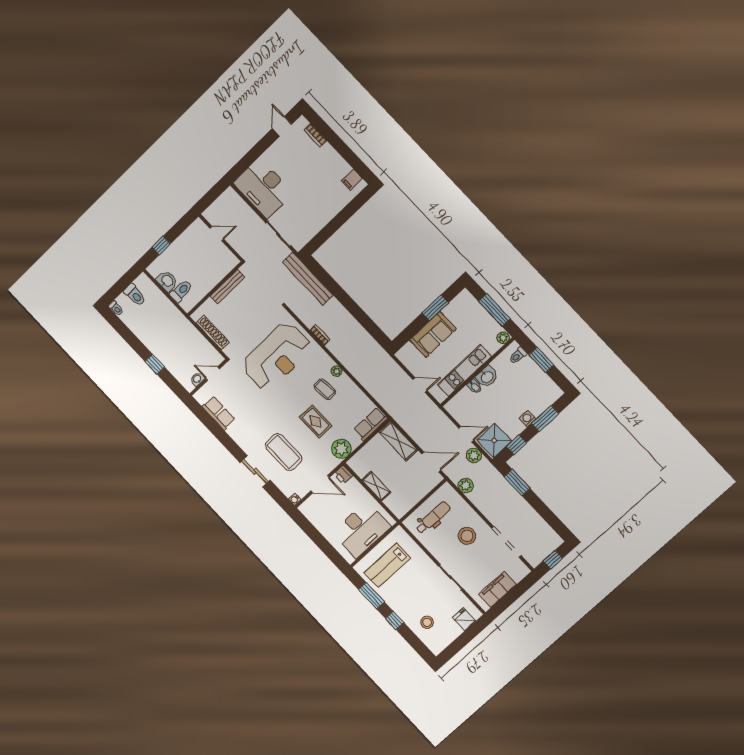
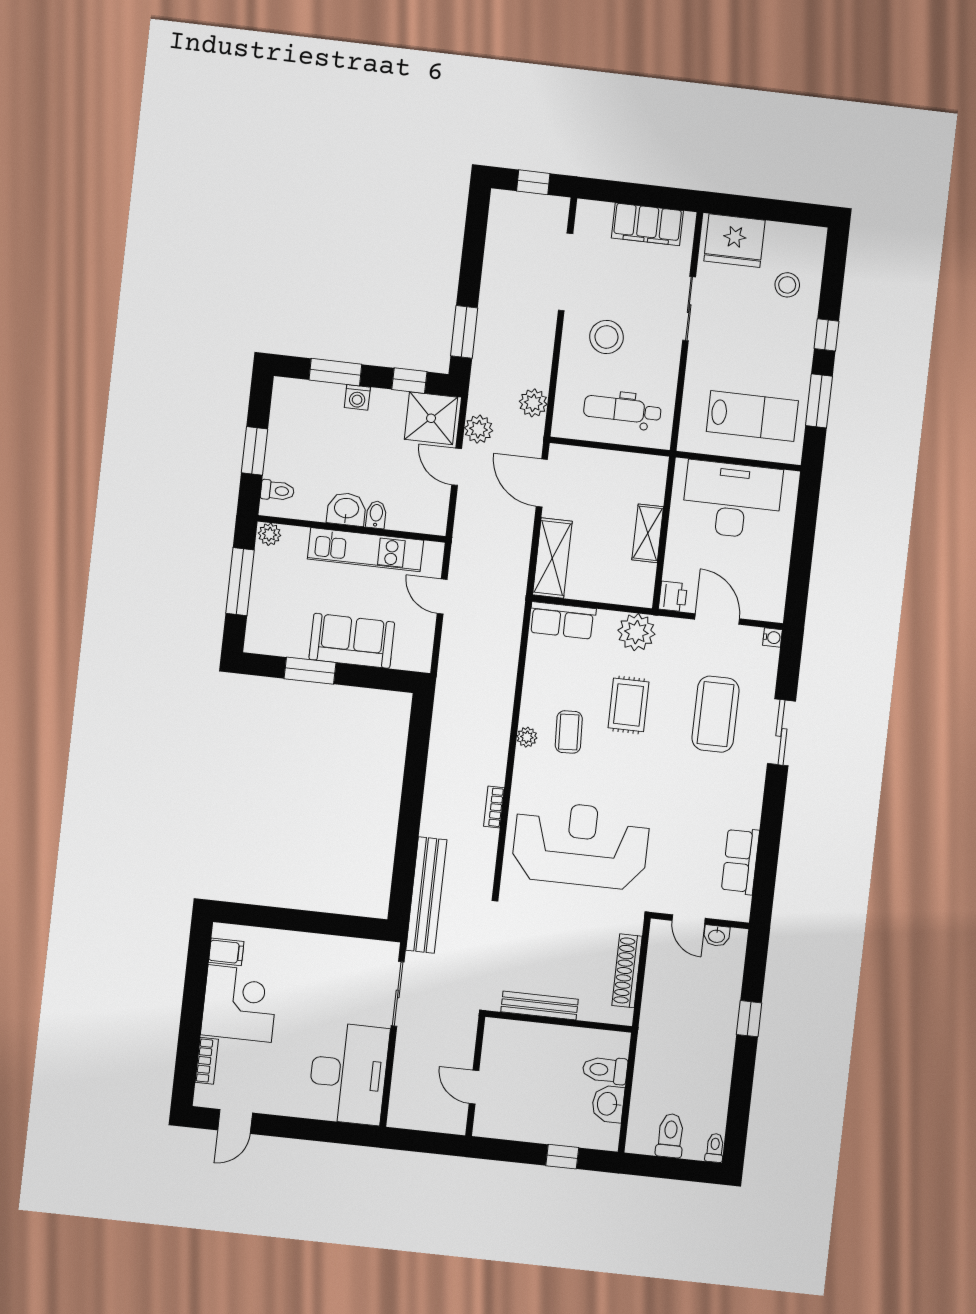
corner desk: (327, 168) -> (240, 1004), added
fridge: (464, 619) -> (734, 241), width x1.88, depth x1.34

